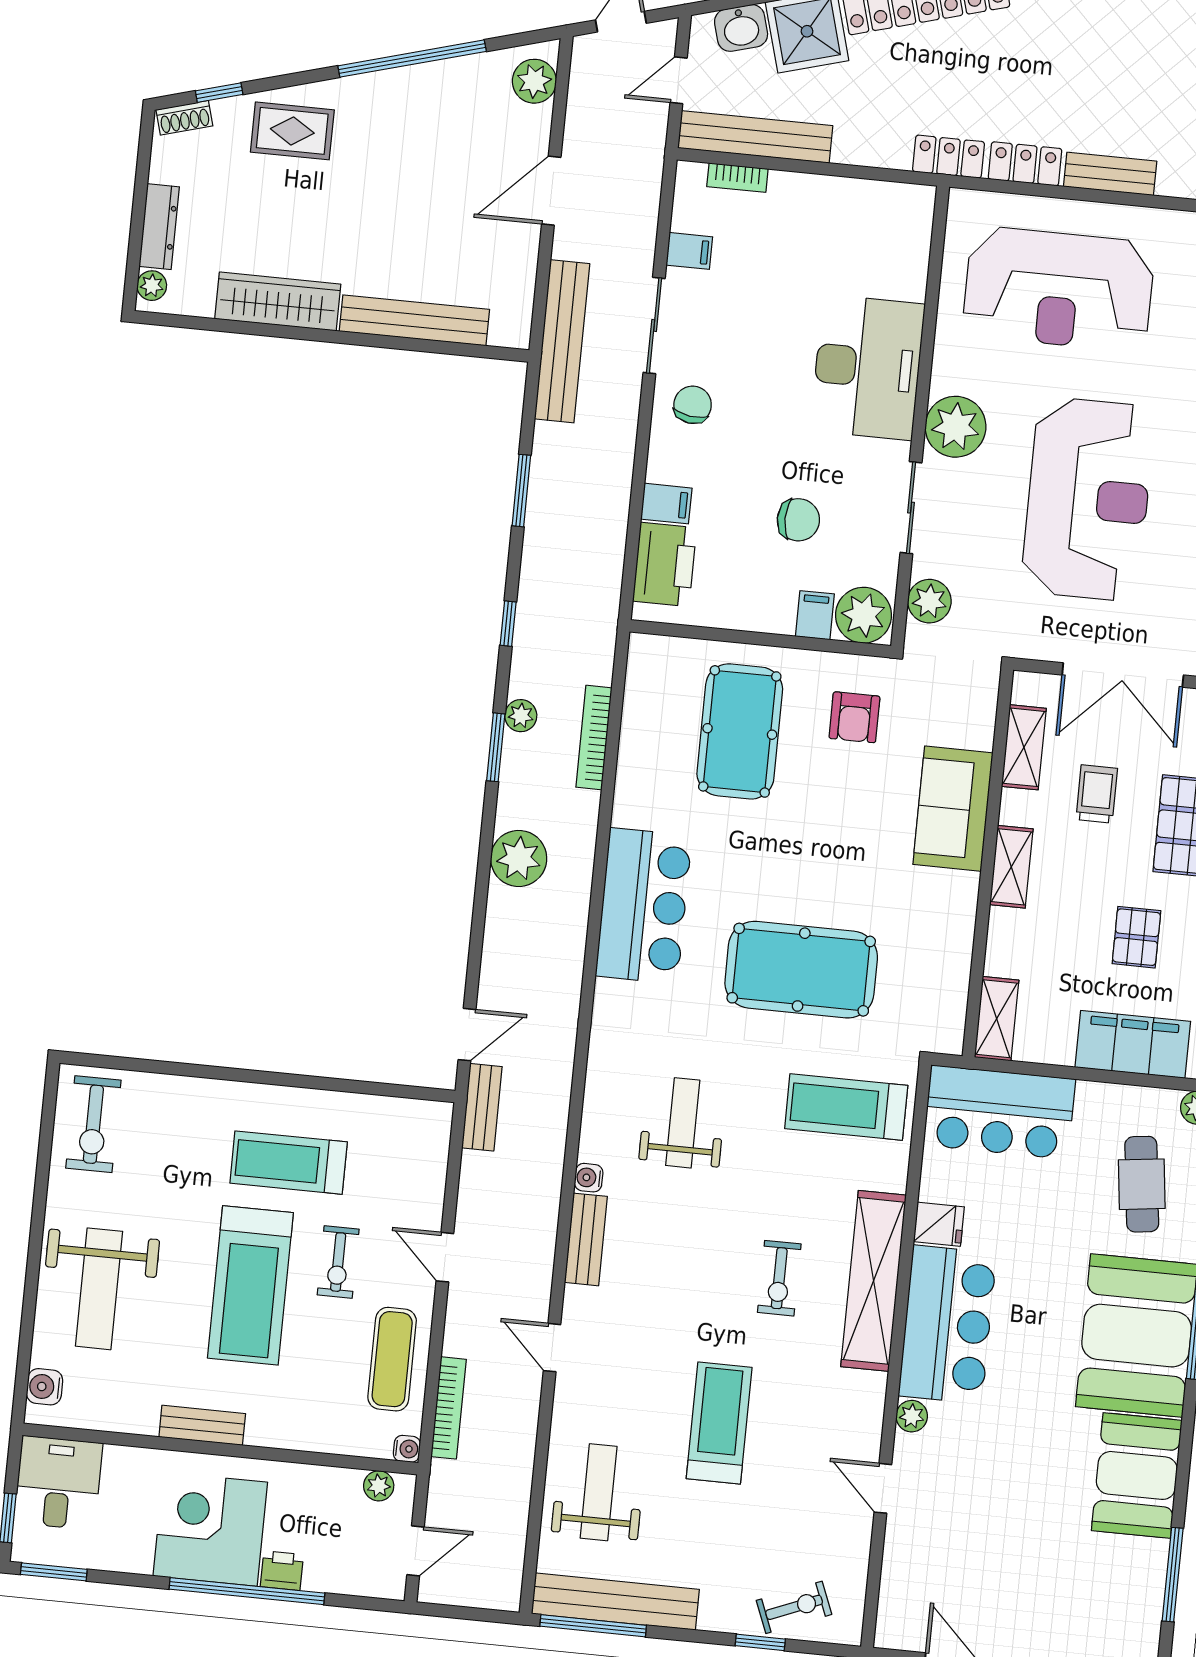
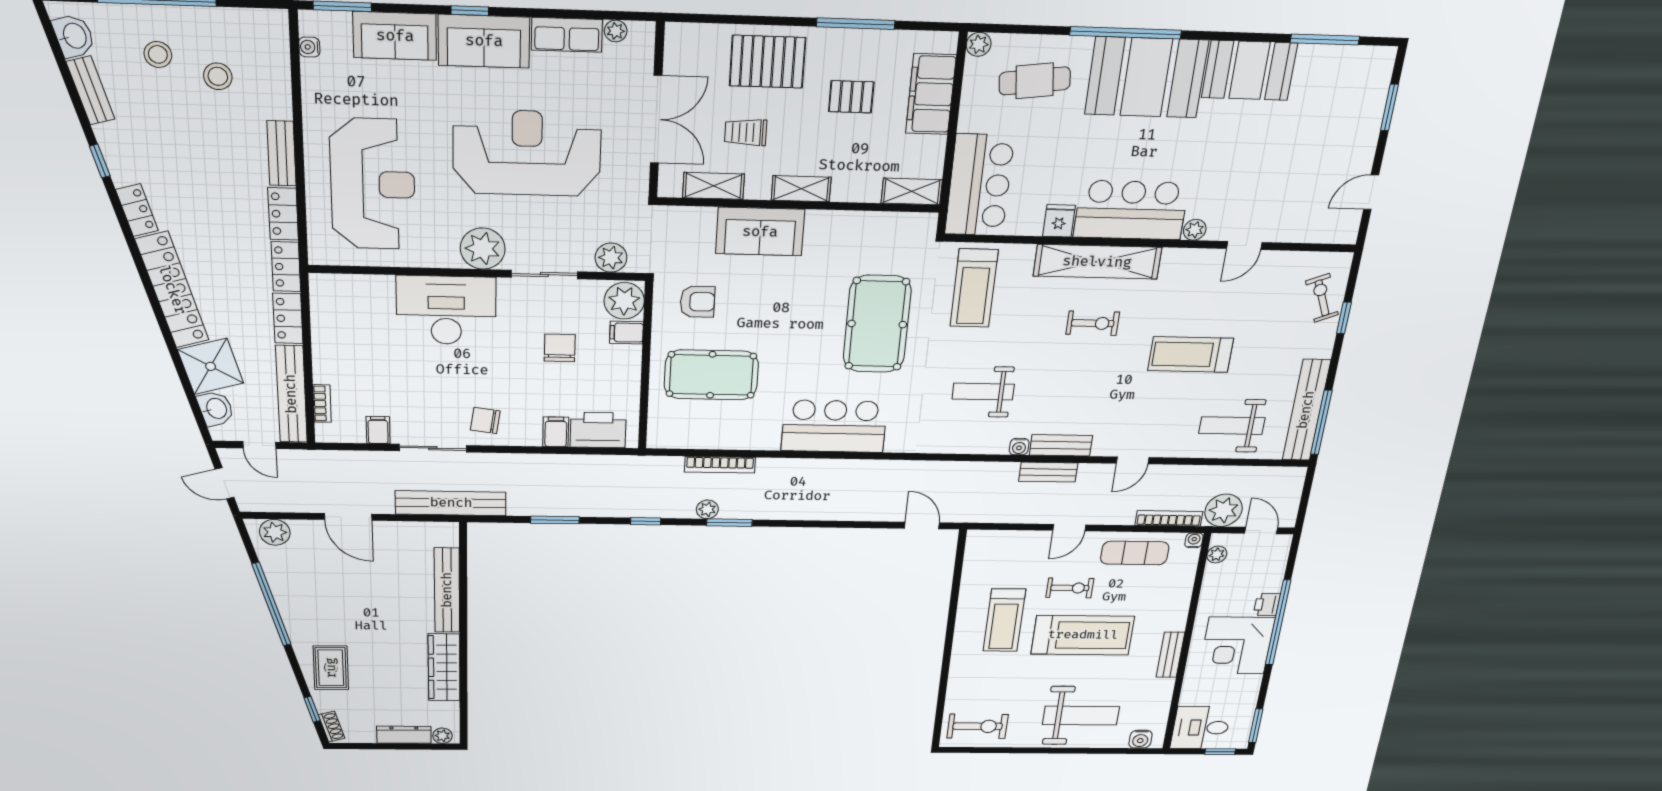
locker: (872, 148) -> (288, 318), added
plant: (519, 858) -> (1224, 510), moved
bench: (482, 1107) -> (1048, 472), moved

